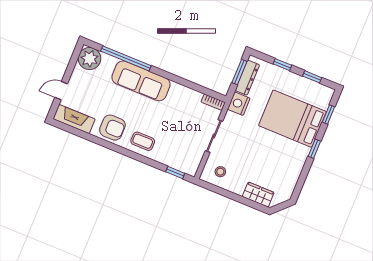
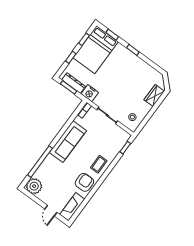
sofa: (141, 81) -> (68, 142), moved
bed: (292, 119) -> (96, 50), moved

